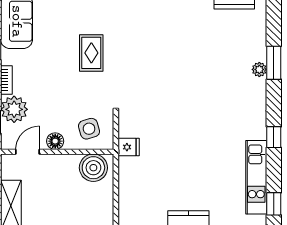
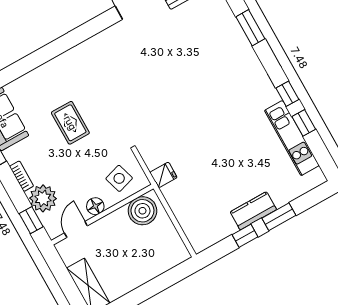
rug: (91, 53) -> (70, 123), moved
plant: (259, 69) -> (241, 41), removed
window: (274, 204) -> (304, 123), moved

